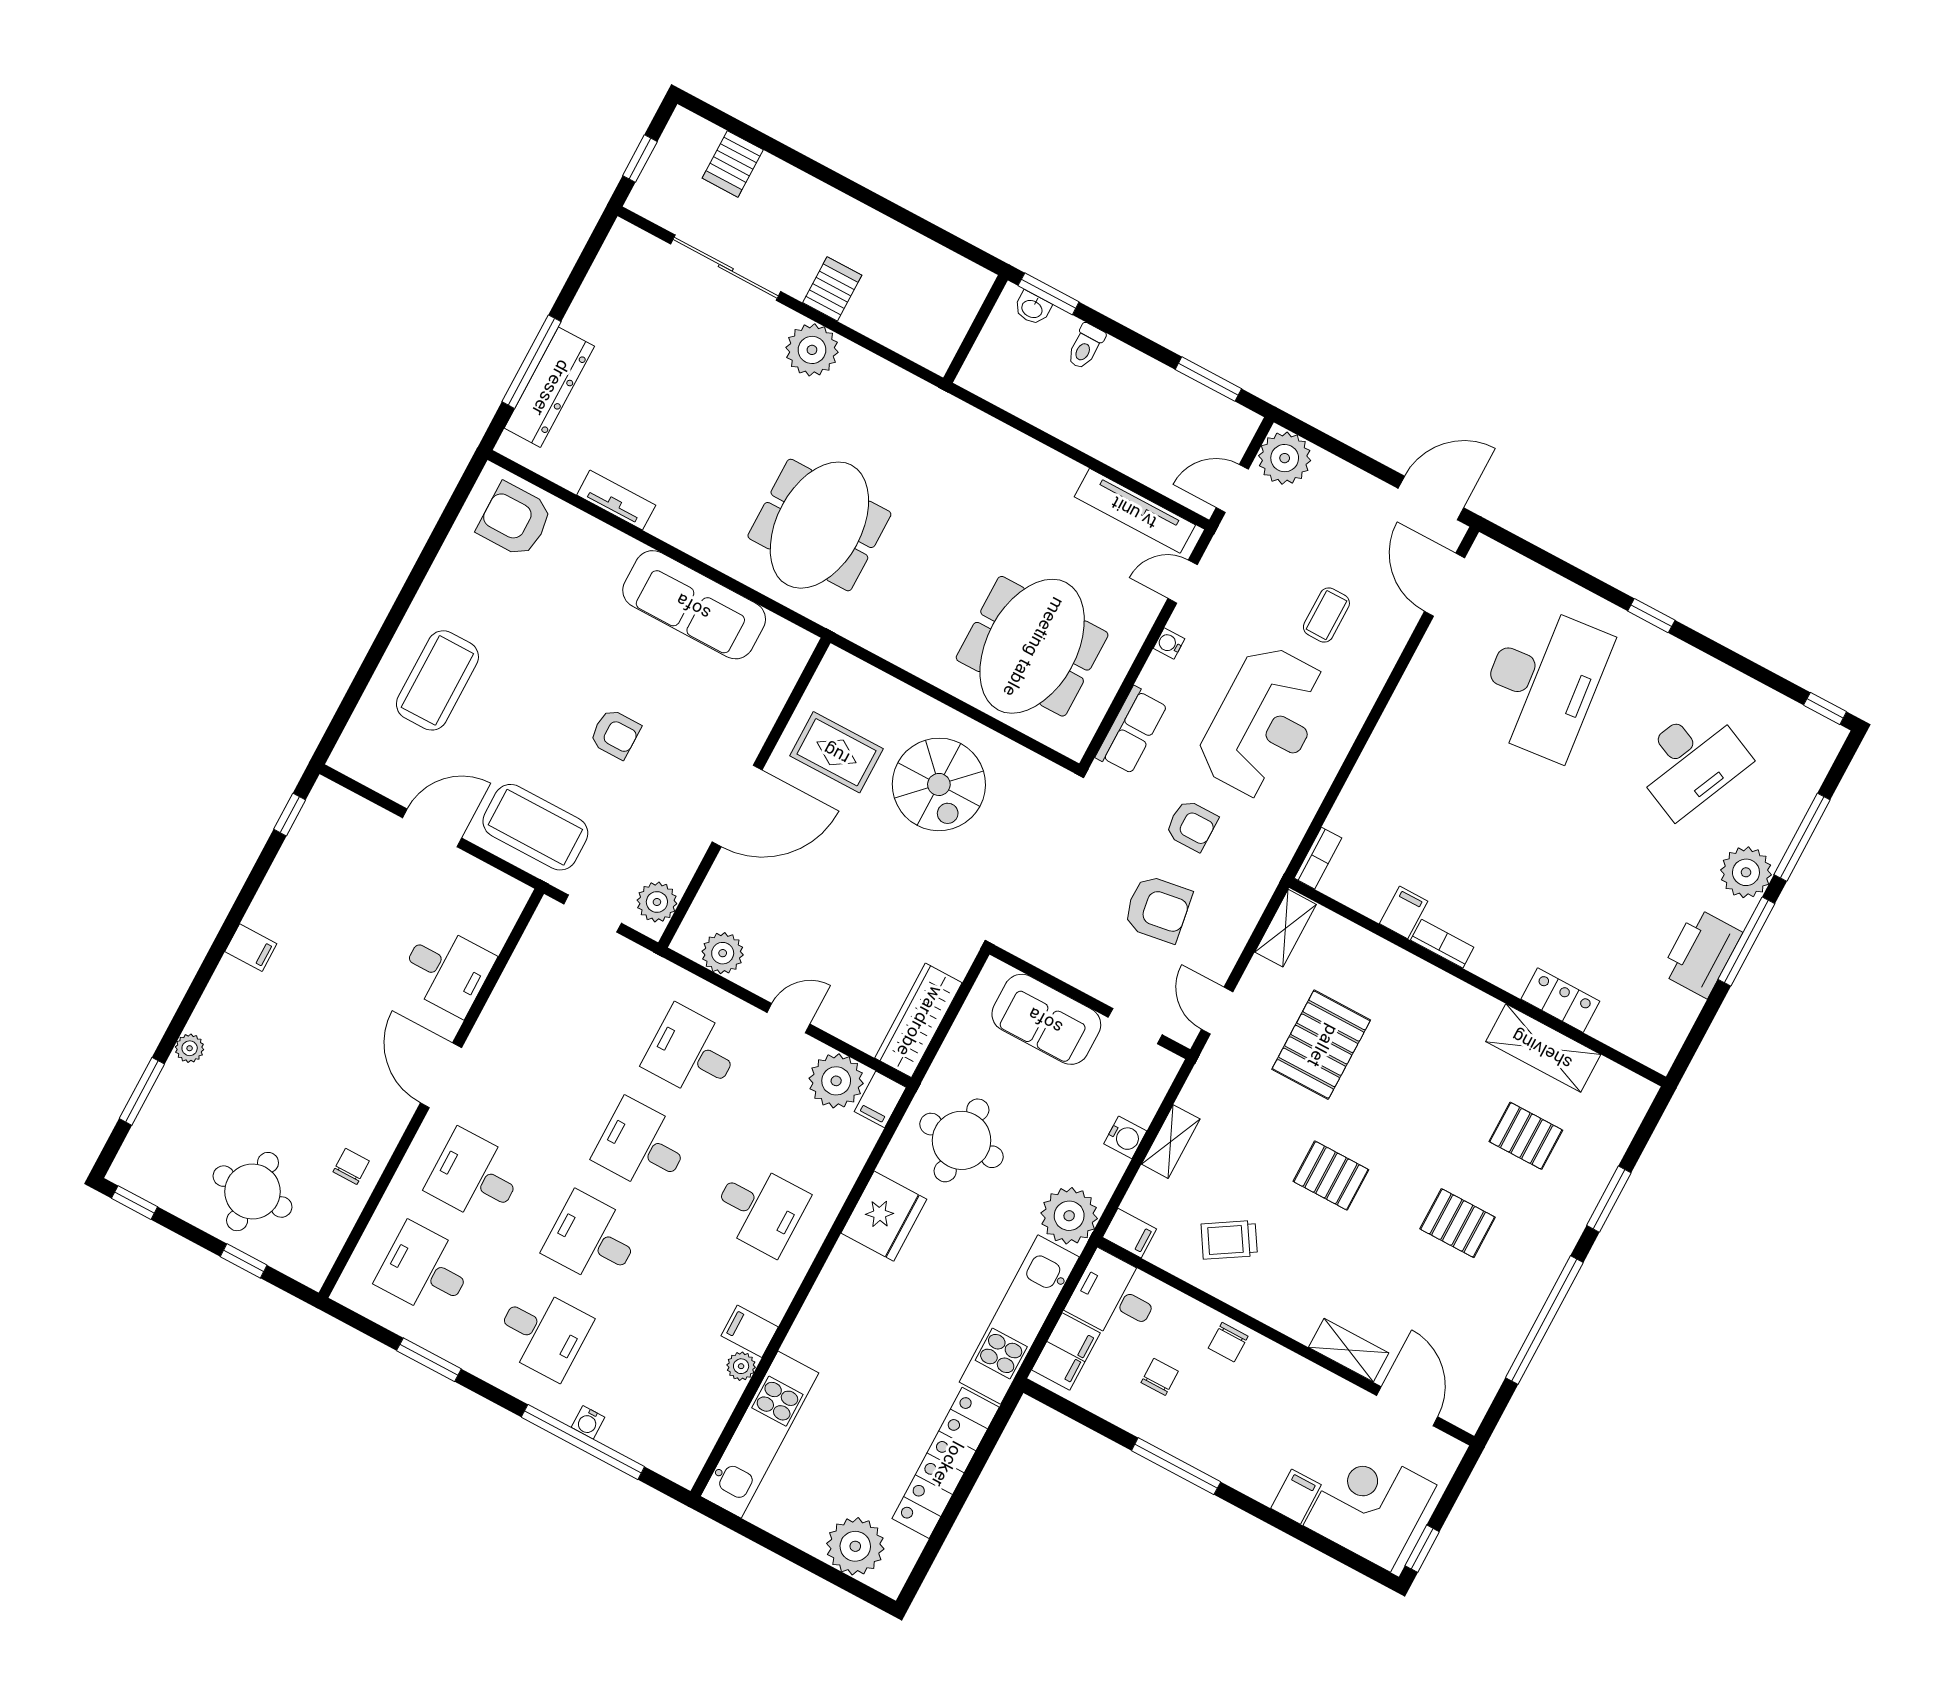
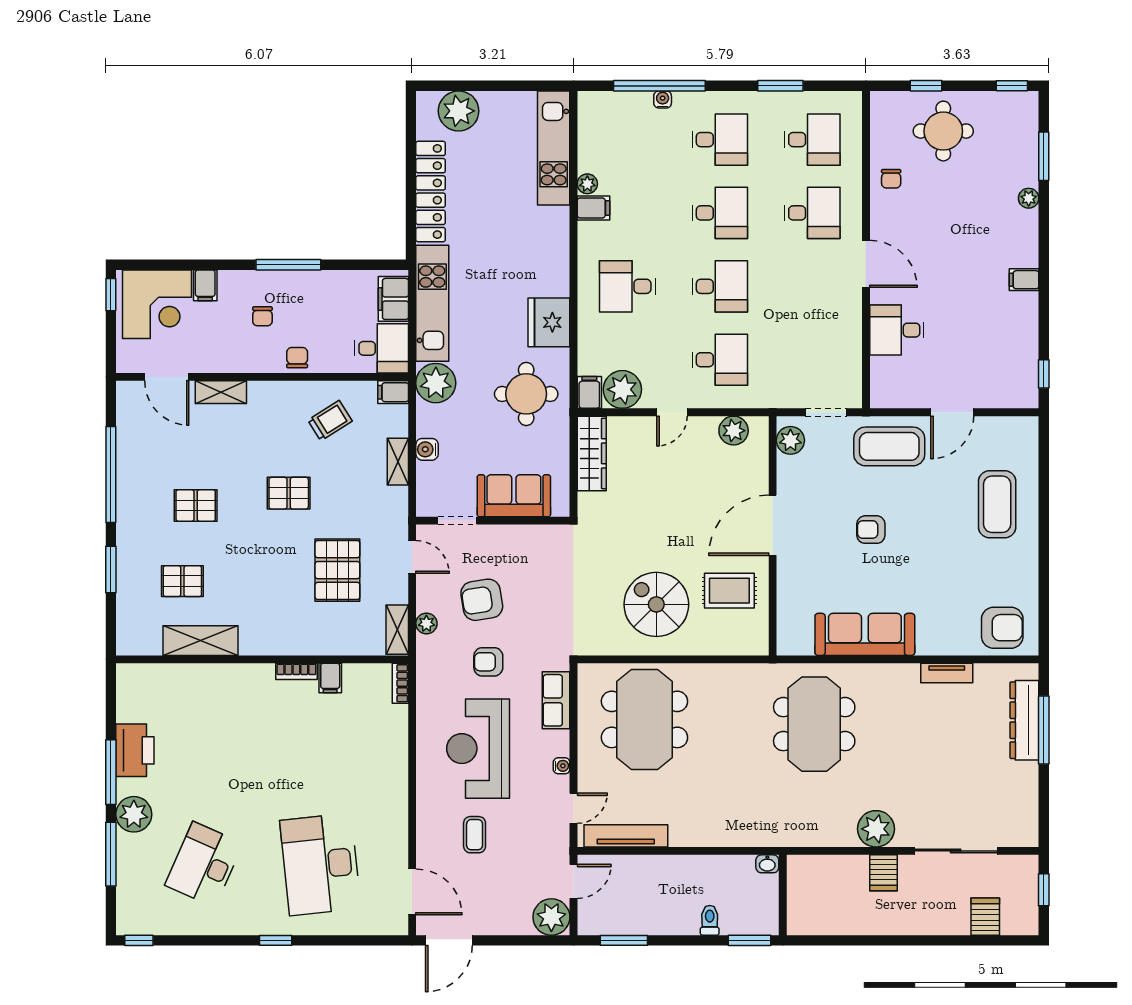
washbasin: (1032, 308) -> (767, 864), moved, turned 180
plant: (1244, 916) -> (426, 623), added
locker: (1560, 1000) -> (206, 675), removed
desk: (543, 1333) -> (720, 140), turned 180
chair: (1160, 1377) -> (262, 316), moved

